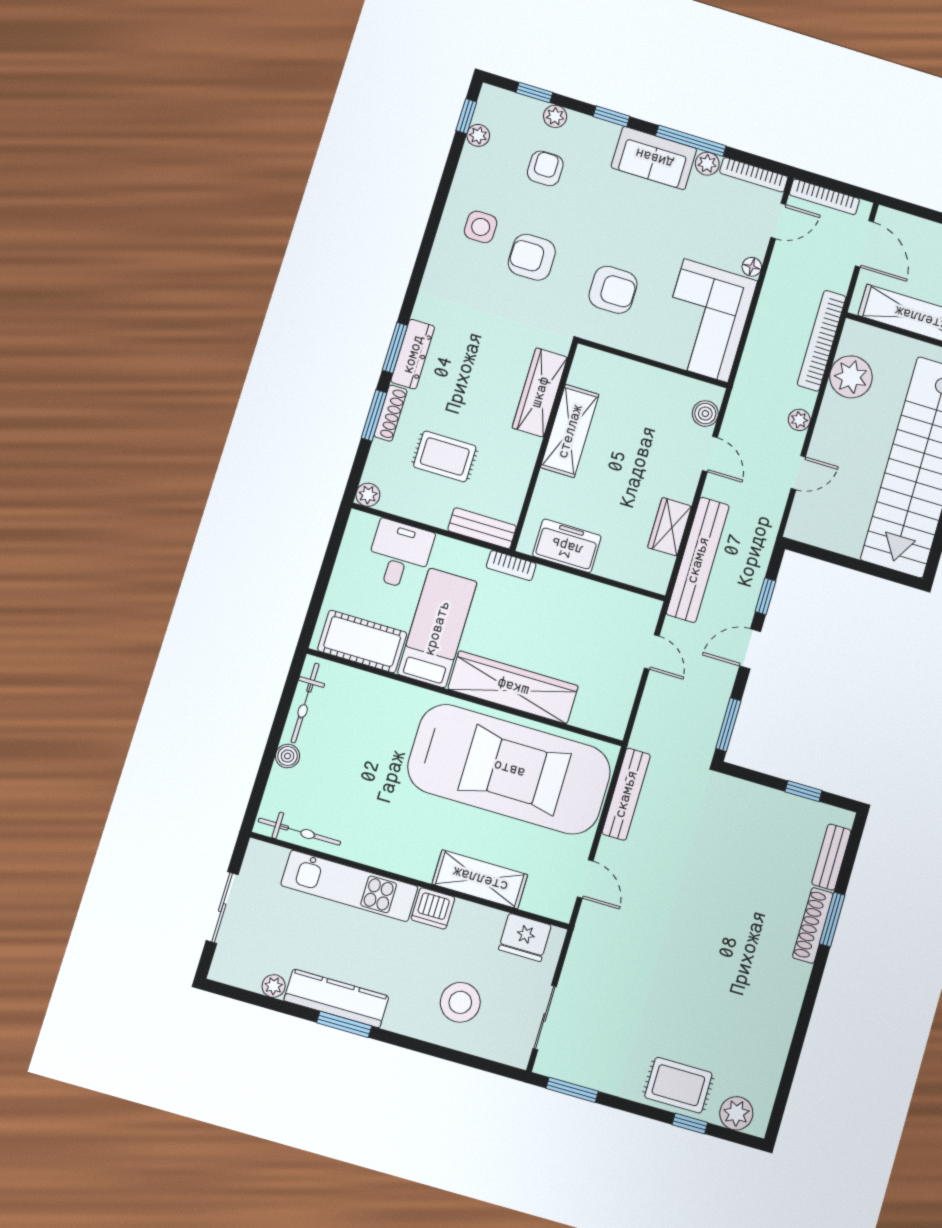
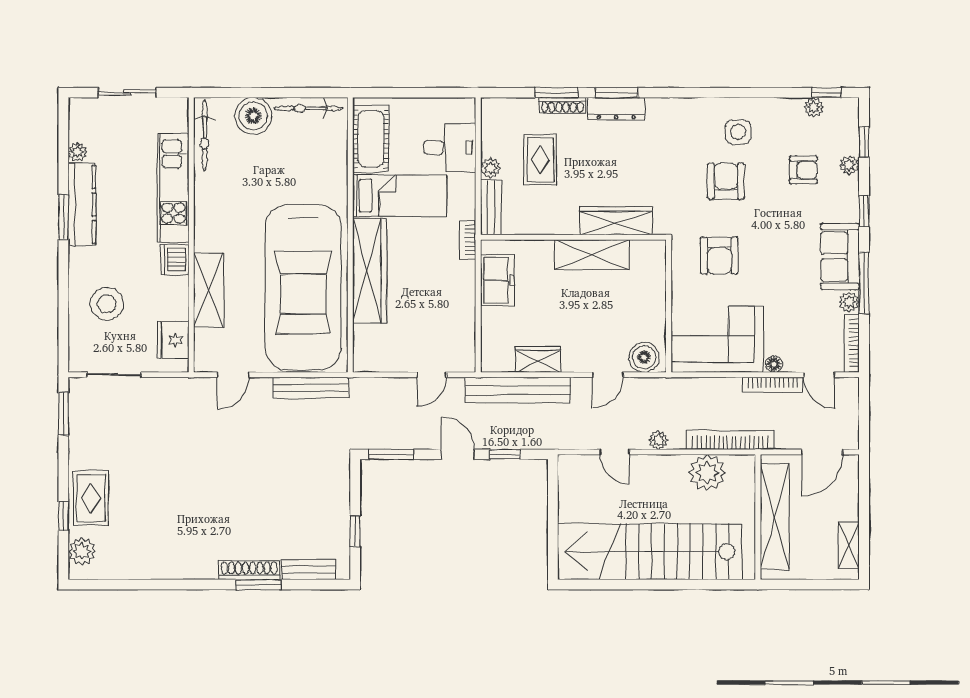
bookcase: (824, 197) -> (773, 385), moved, turned -90
boiler: (705, 414) -> (644, 357), width x1.36, depth x1.36
plant: (368, 495) -> (490, 168), moved
boiler: (288, 756) -> (253, 116), width x1.86, depth x1.86

